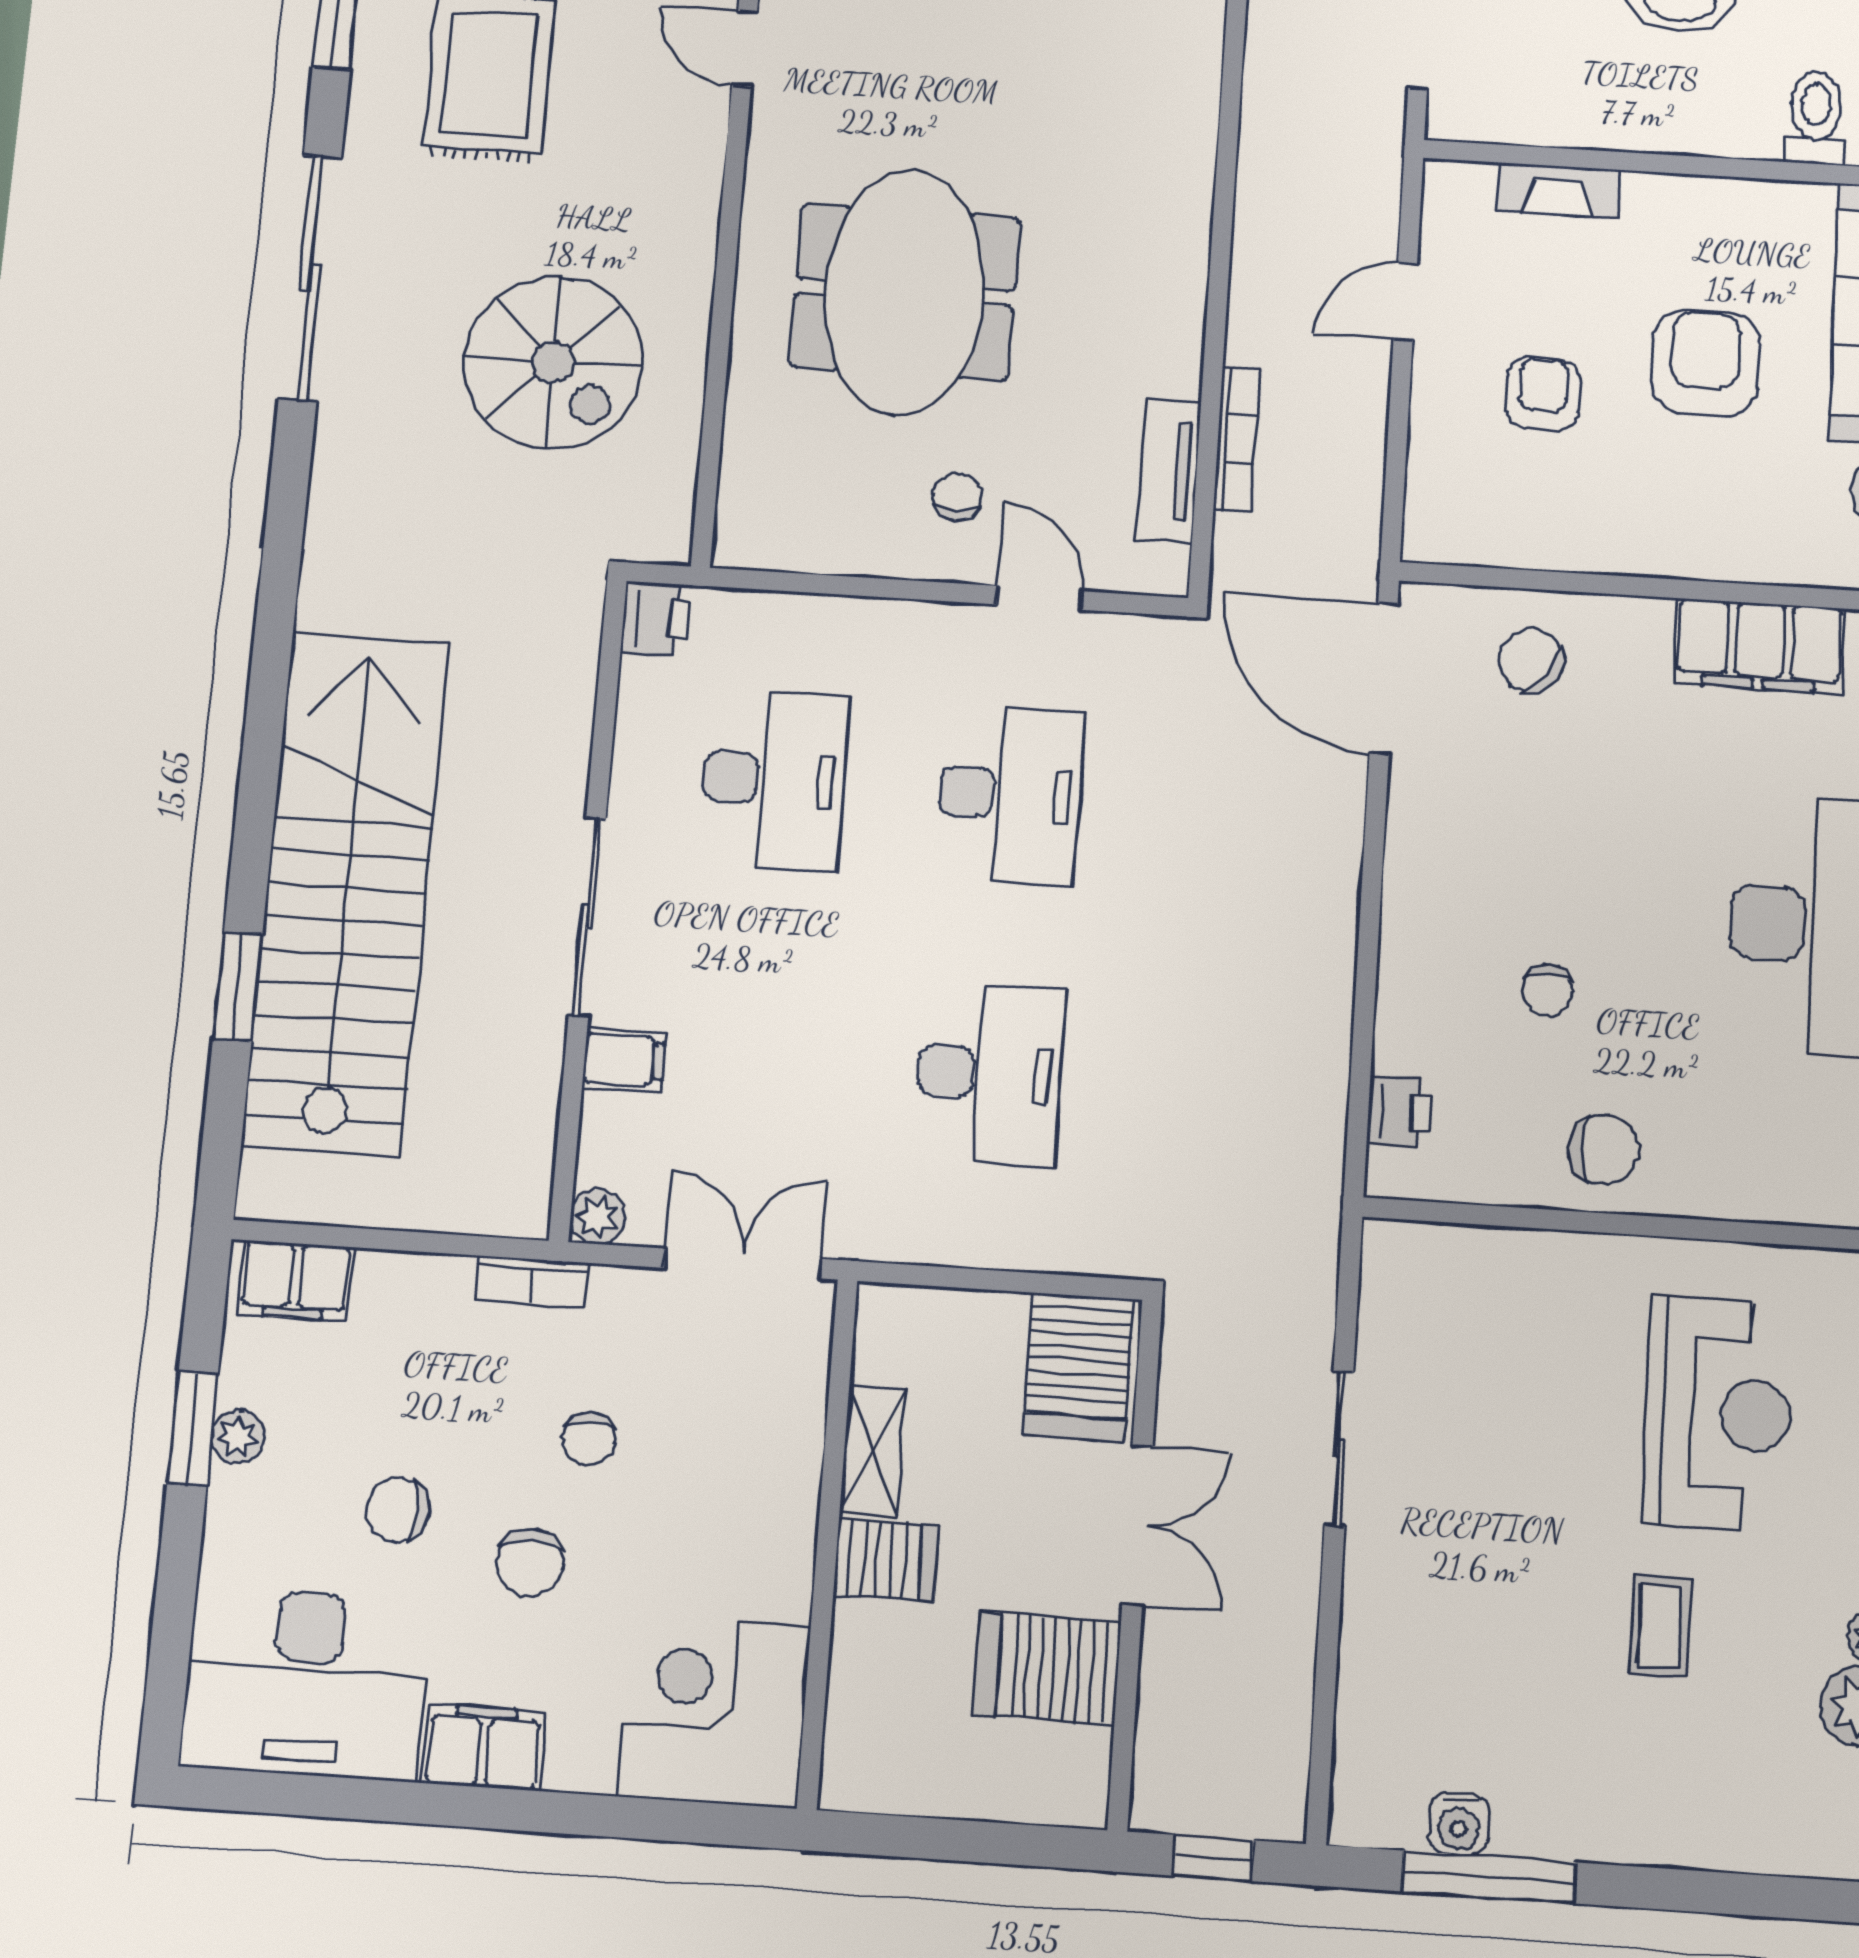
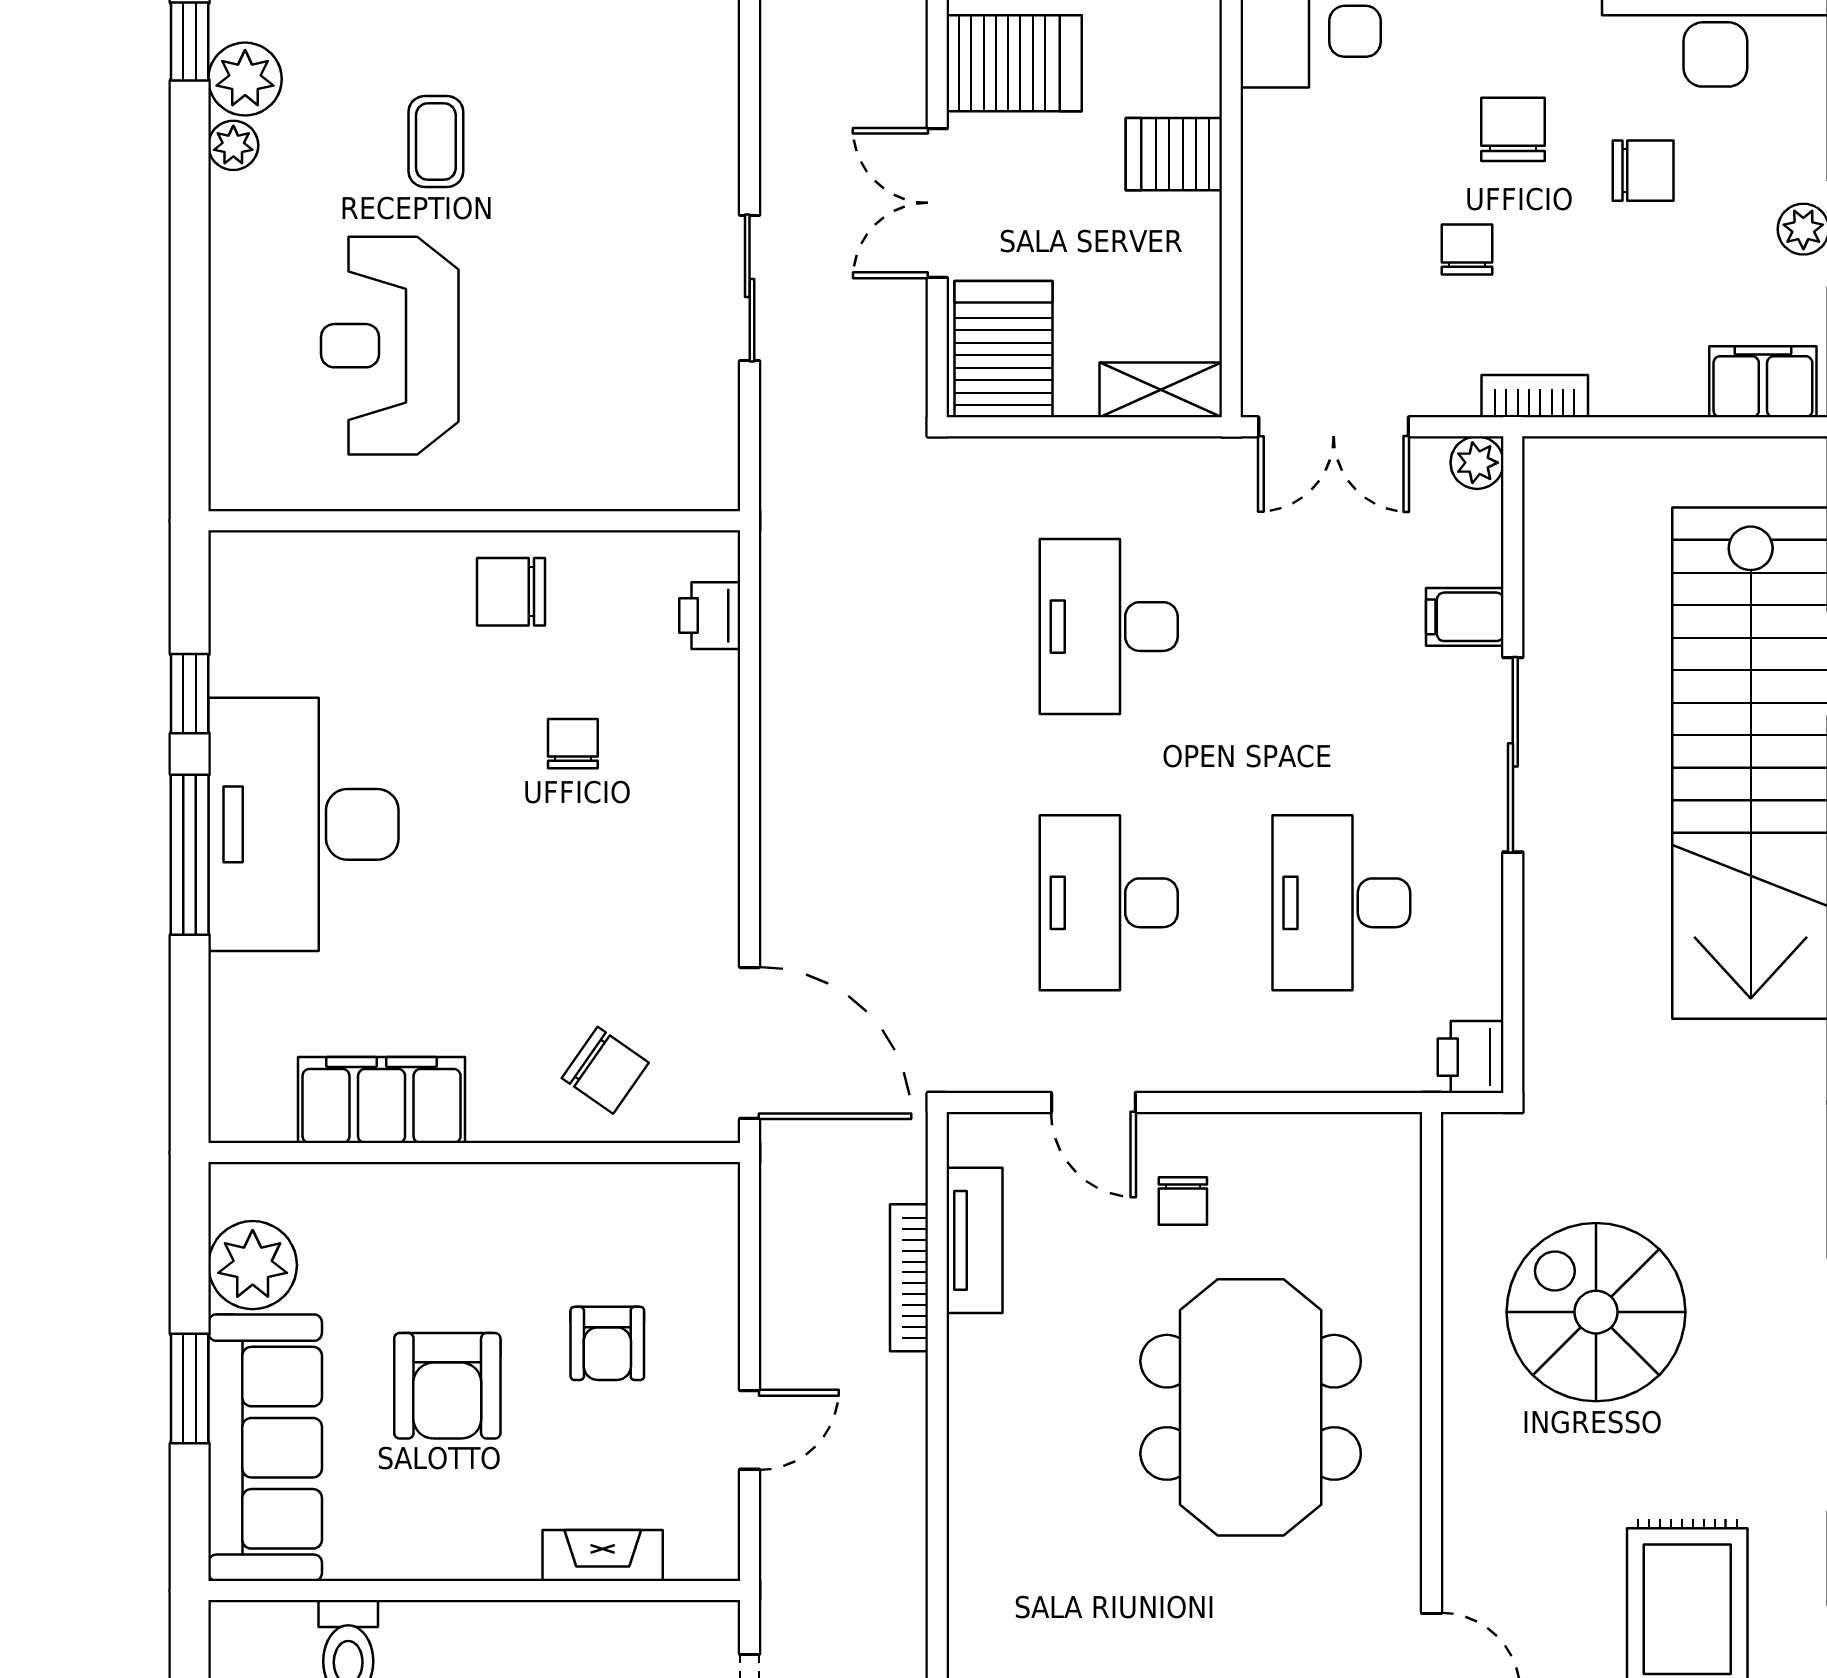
shelving: (873, 1451) -> (1161, 390), moved, turned 90

